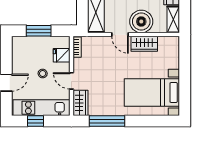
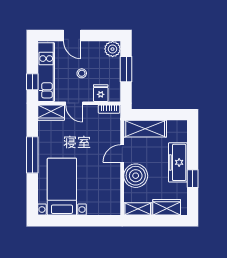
plant: (19, 44) -> (113, 49), added
wardrobe: (144, 44) -> (113, 179), removed
door: (71, 81) -> (74, 103), swing flipped
window: (36, 121) -> (32, 82), moved
window: (107, 121) -> (32, 155), moved

